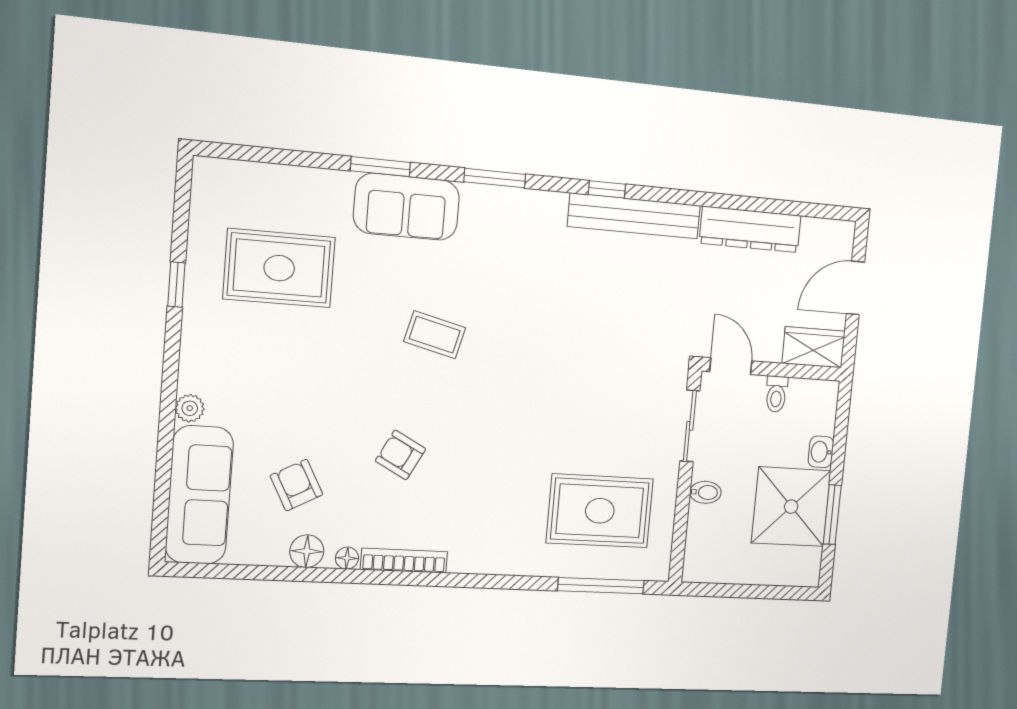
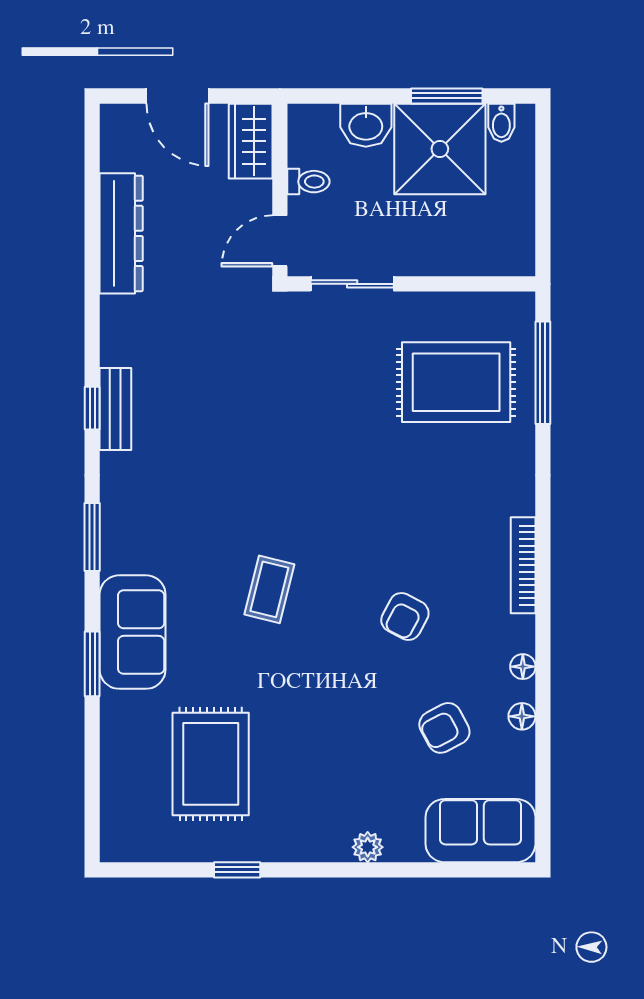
bench: (634, 216) -> (115, 409), width x0.54, depth x0.82
washbasin: (821, 452) -> (366, 125), width x1.38, depth x1.45
bidet: (705, 492) -> (501, 123), moved, turned 180
sofa: (199, 495) -> (480, 831), width x0.73
rug: (600, 511) -> (456, 382), turned 90
floor lamp: (307, 551) -> (522, 716), width x0.73, depth x0.73
bookcase: (404, 561) -> (523, 565), moved

